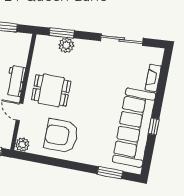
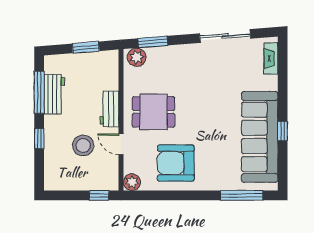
plant: (66, 45) -> (137, 57), moved
fireplace: (153, 78) -> (271, 59), moved
window: (110, 173) -> (242, 195), width x1.44

